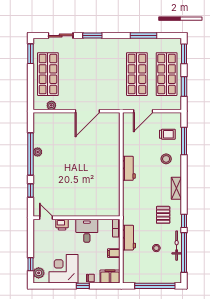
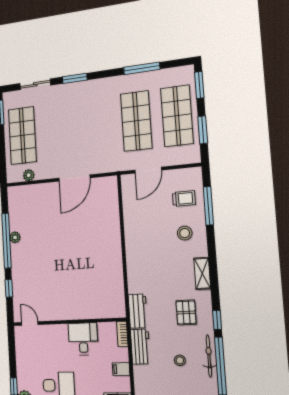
workbench: (129, 168) -> (138, 311), moved
printer: (62, 225) -> (51, 332), removed

